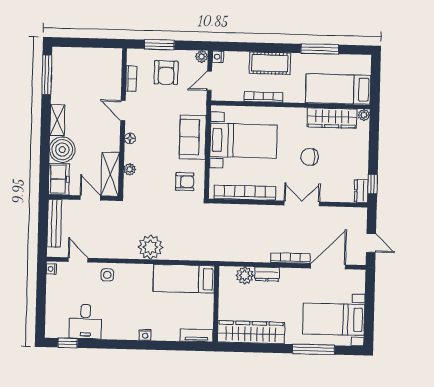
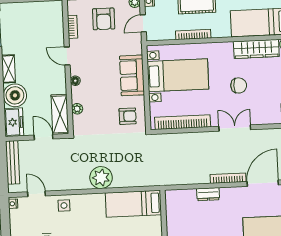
chair: (310, 157) -> (239, 85), turned 180
plant: (245, 275) -> (188, 197), removed

